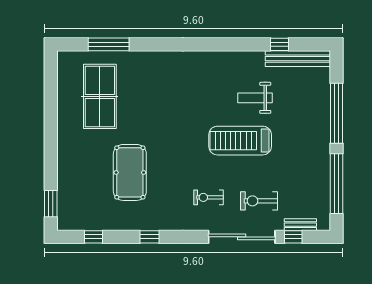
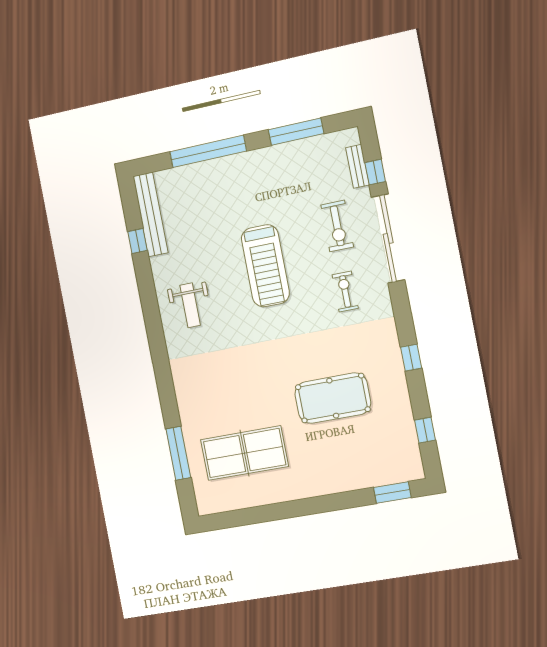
weight bench: (255, 98) -> (190, 305), moved
window: (336, 184) -> (296, 132), width x0.68
exercise bike: (209, 197) -> (345, 291), turned 180

